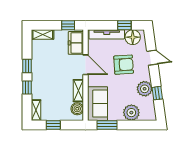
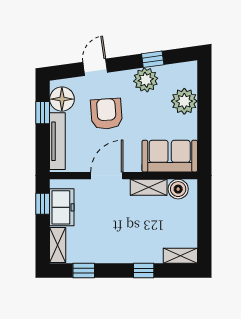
freezer: (76, 43) -> (62, 207), moved, turned -90
window: (27, 66) -> (84, 271), moved
window: (53, 125) -> (204, 228), removed
window: (107, 125) -> (204, 141), removed

